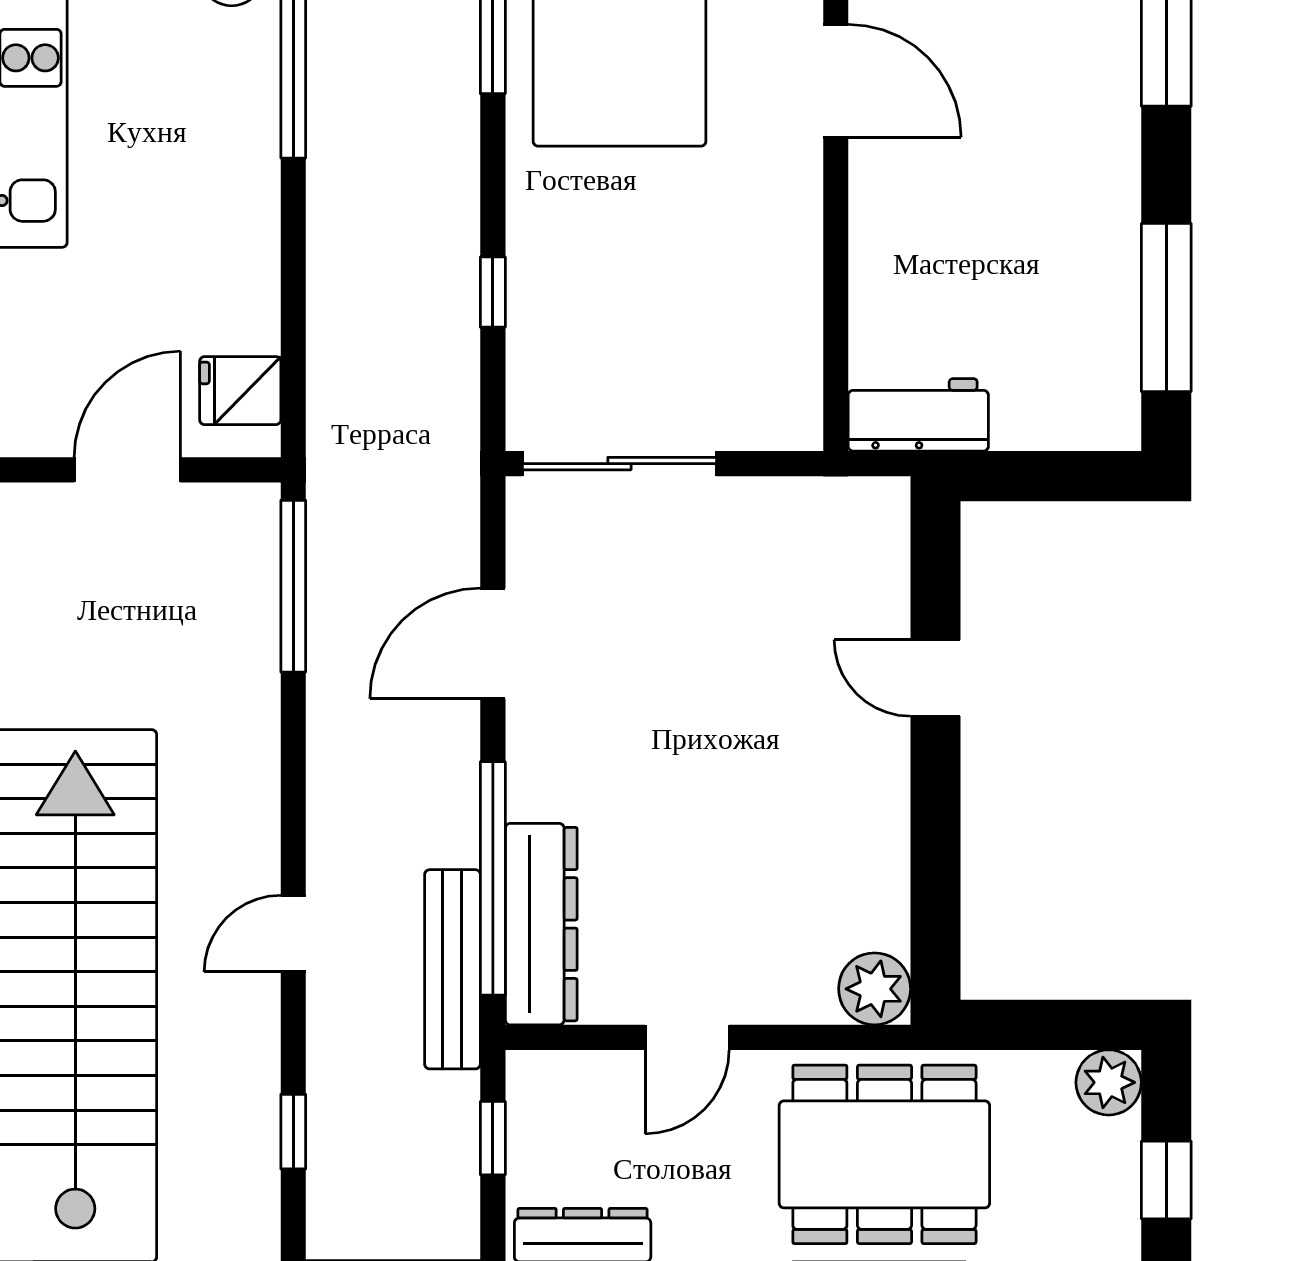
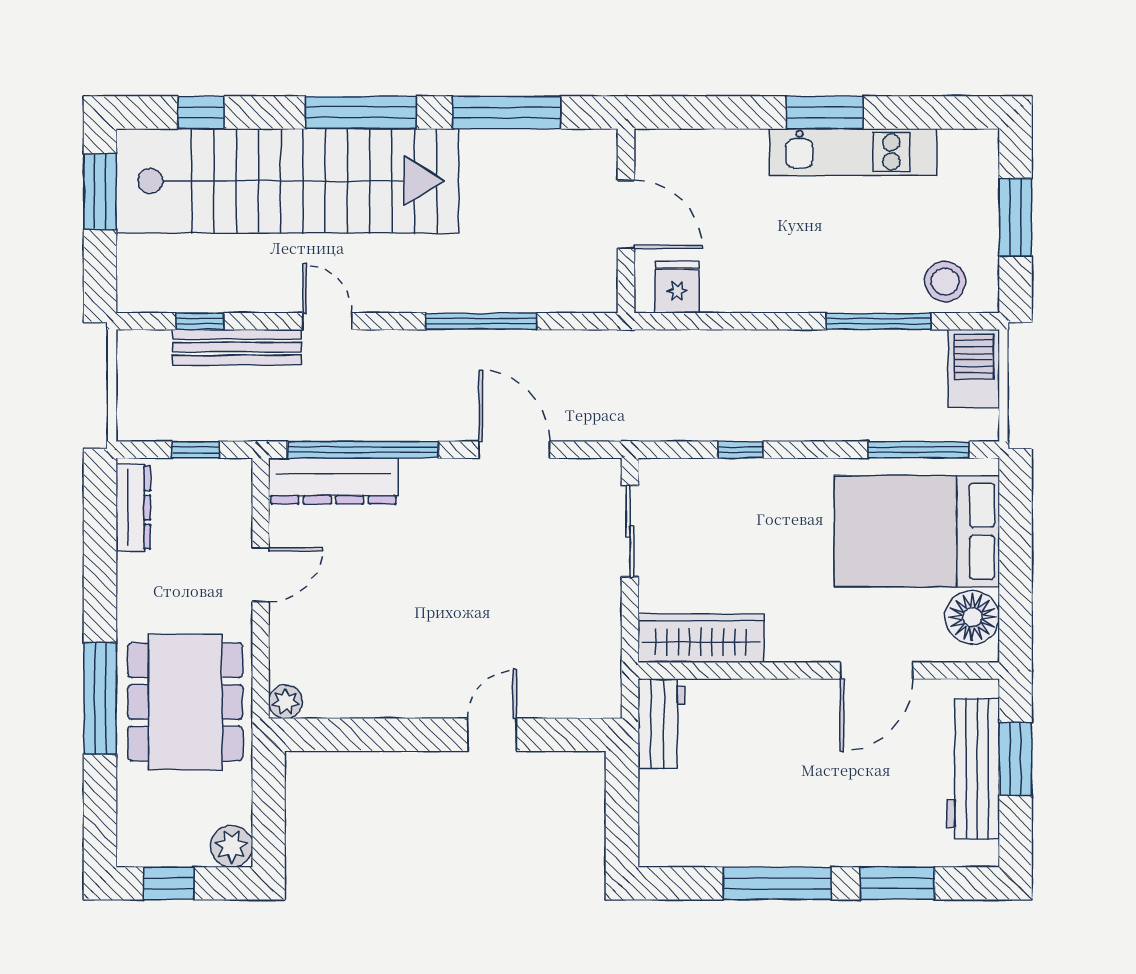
window: (1166, 308) -> (777, 883), moved
wardrobe: (786, 353) -> (701, 638), added
sliding door: (619, 464) -> (630, 531), width x0.73
window: (293, 586) -> (481, 321), moved
bench: (452, 969) -> (237, 347), moved
plant: (875, 989) -> (286, 702), width x0.73, depth x0.73
door: (687, 1037) -> (261, 575), swing flipped

